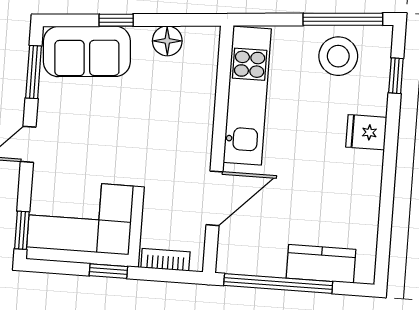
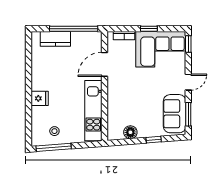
sofa: (87, 51) -> (175, 114), moved, turned -86
stool: (338, 56) -> (54, 131), width x0.53, depth x0.53
window: (396, 76) -> (28, 124), removed

